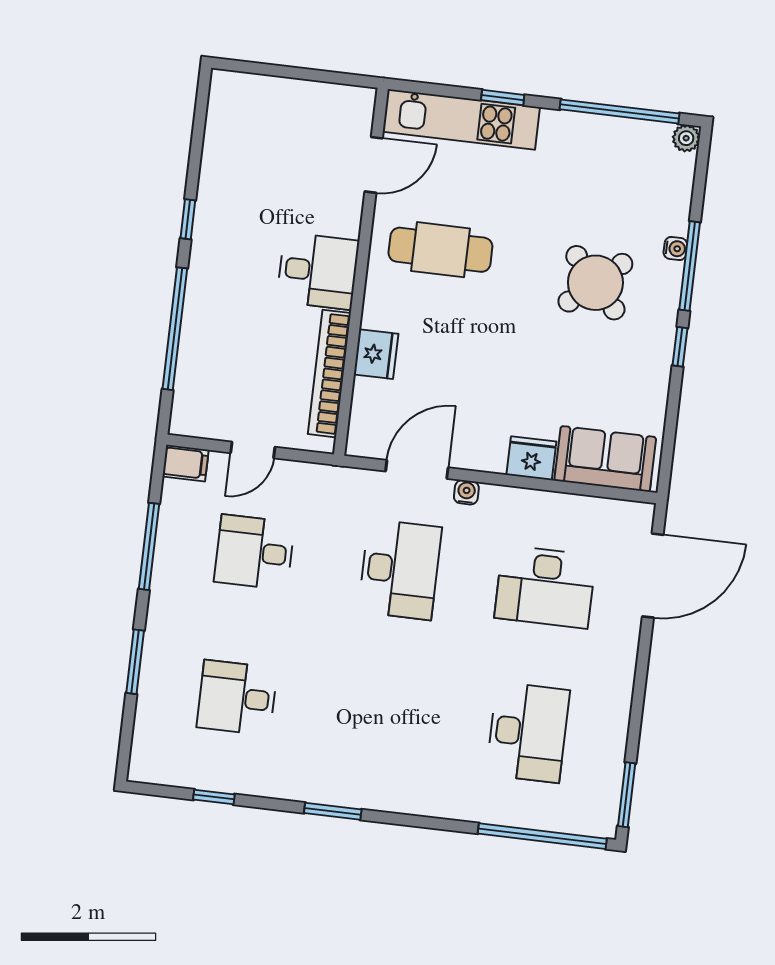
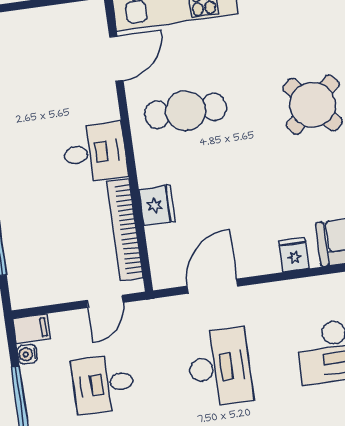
door: (253, 450) -> (105, 301), moved
fridge: (531, 458) -> (294, 255), width x0.72
water cooler: (466, 492) -> (27, 354), moved, turned -90

